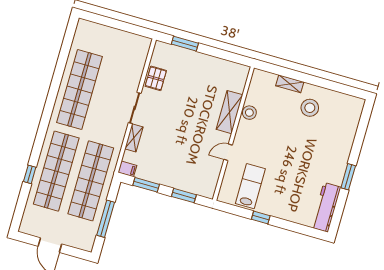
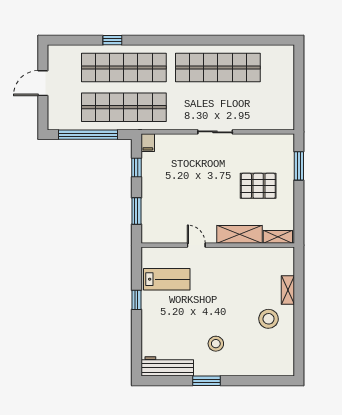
pallet: (156, 78) -> (258, 186), moved, width x1.50, depth x1.42
stool: (249, 113) -> (216, 344), moved
shelving: (134, 138) -> (278, 237), moved
window: (146, 185) -> (136, 168), width x0.67
window: (106, 219) -> (88, 135), width x1.46

